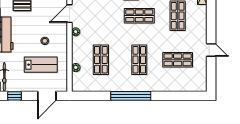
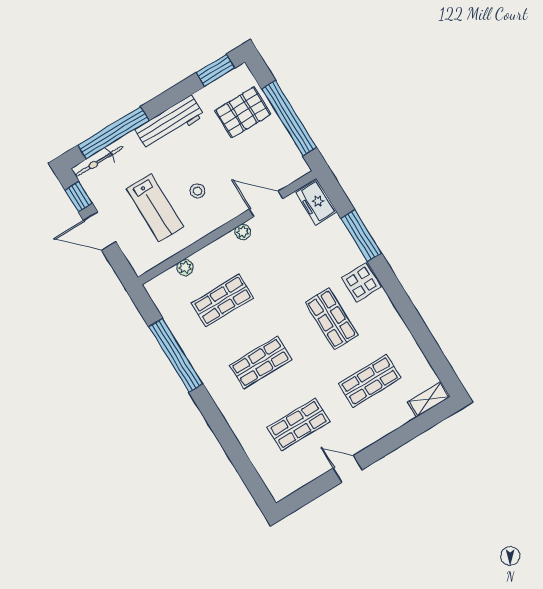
door: (211, 50) -> (348, 469), swing flipped
shop shelf: (178, 60) -> (299, 424), turned 90
door: (47, 96) -> (100, 231), moved
window: (131, 96) -> (176, 355), moved

